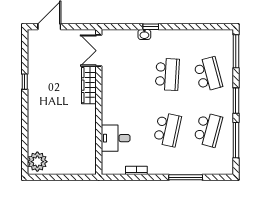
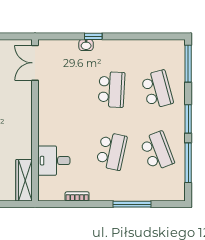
wardrobe: (89, 85) -> (24, 180), moved
school desk: (208, 130) -> (157, 151), turned -36

